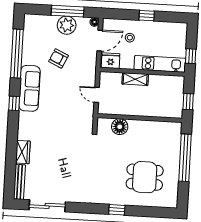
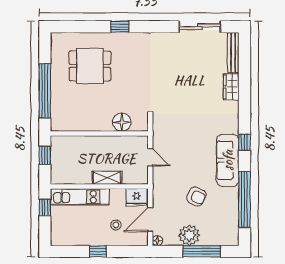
window: (68, 11) -> (202, 251), moved

